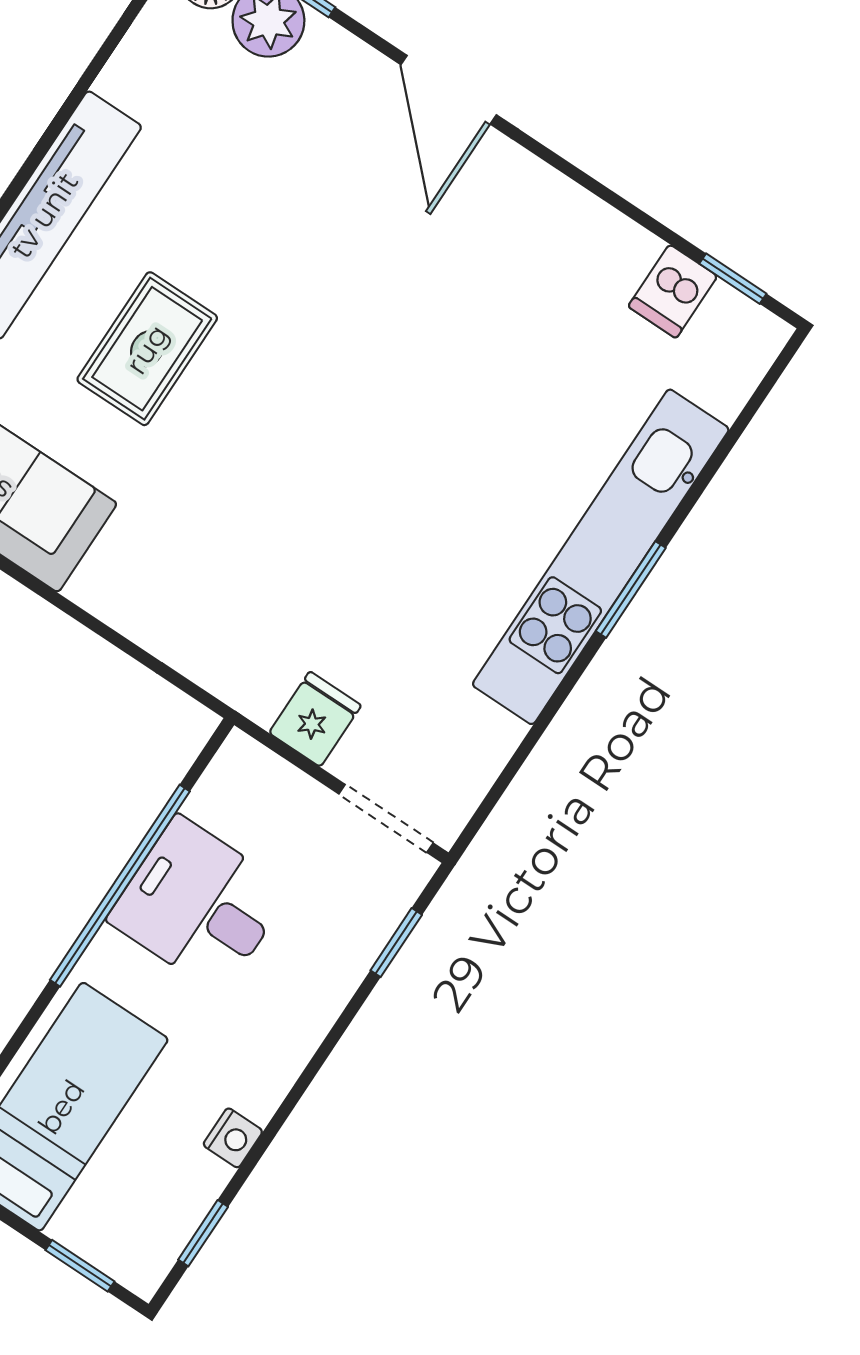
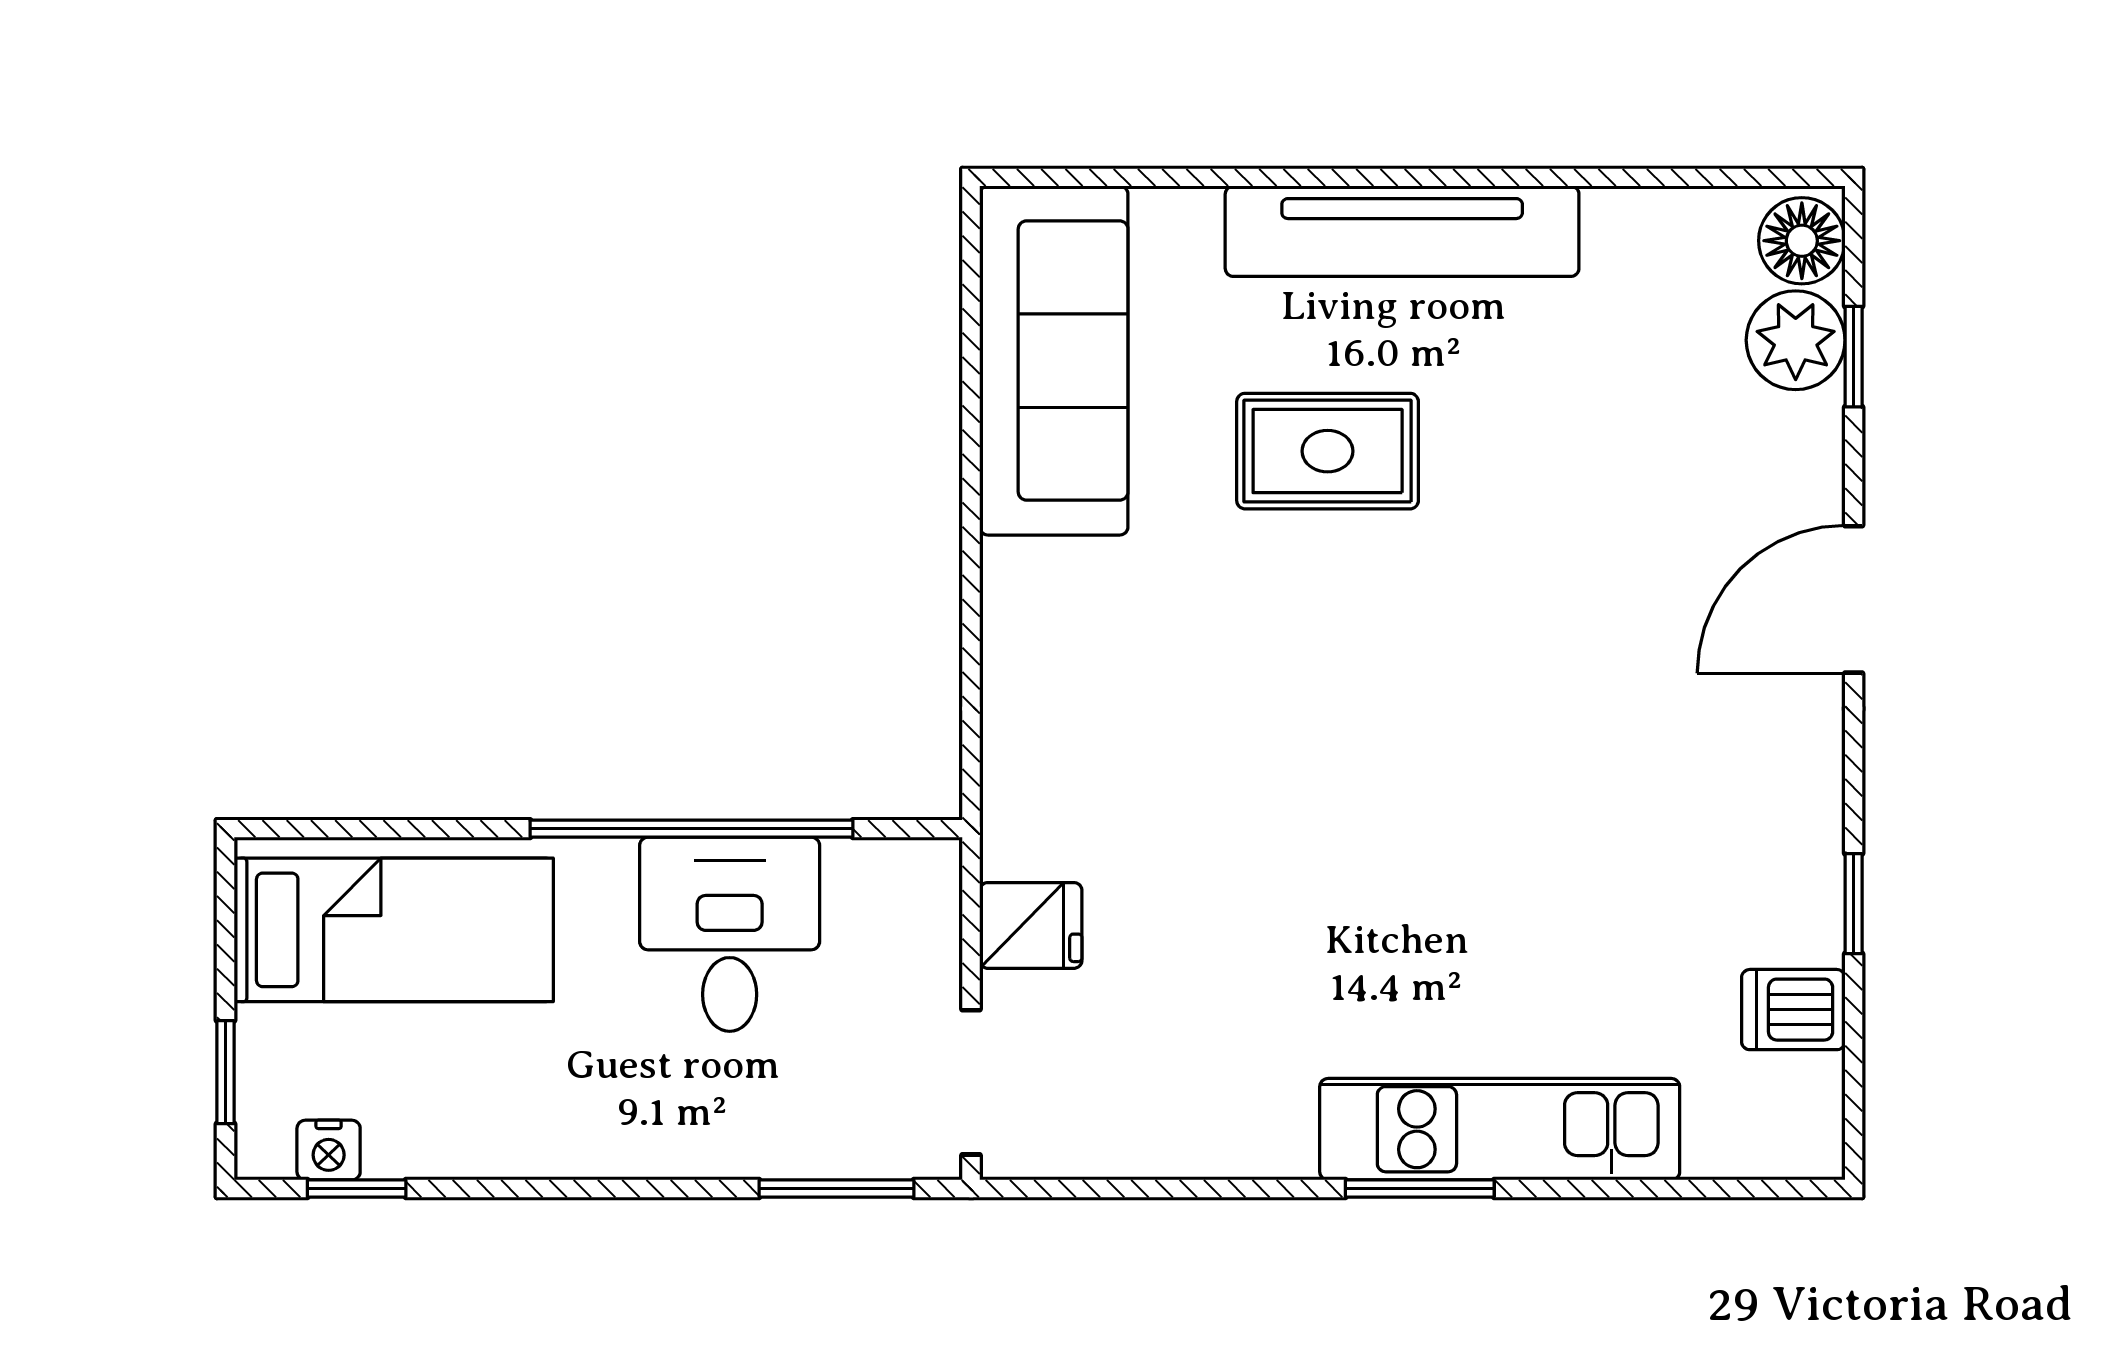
window: (733, 279) -> (1854, 904), moved
kitchen unit: (601, 557) -> (1500, 1129), width x0.73
window: (396, 943) -> (837, 1188), width x1.50
nightstand: (233, 1138) -> (329, 1150), moved

